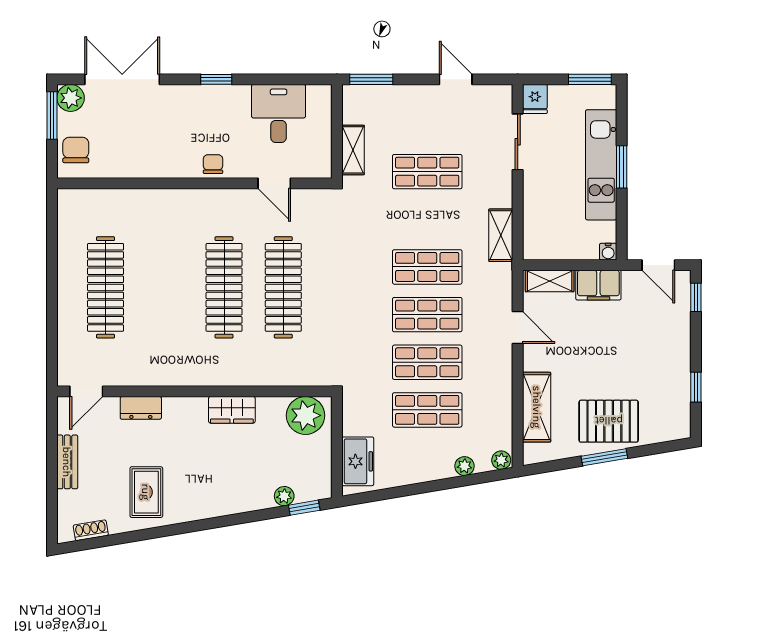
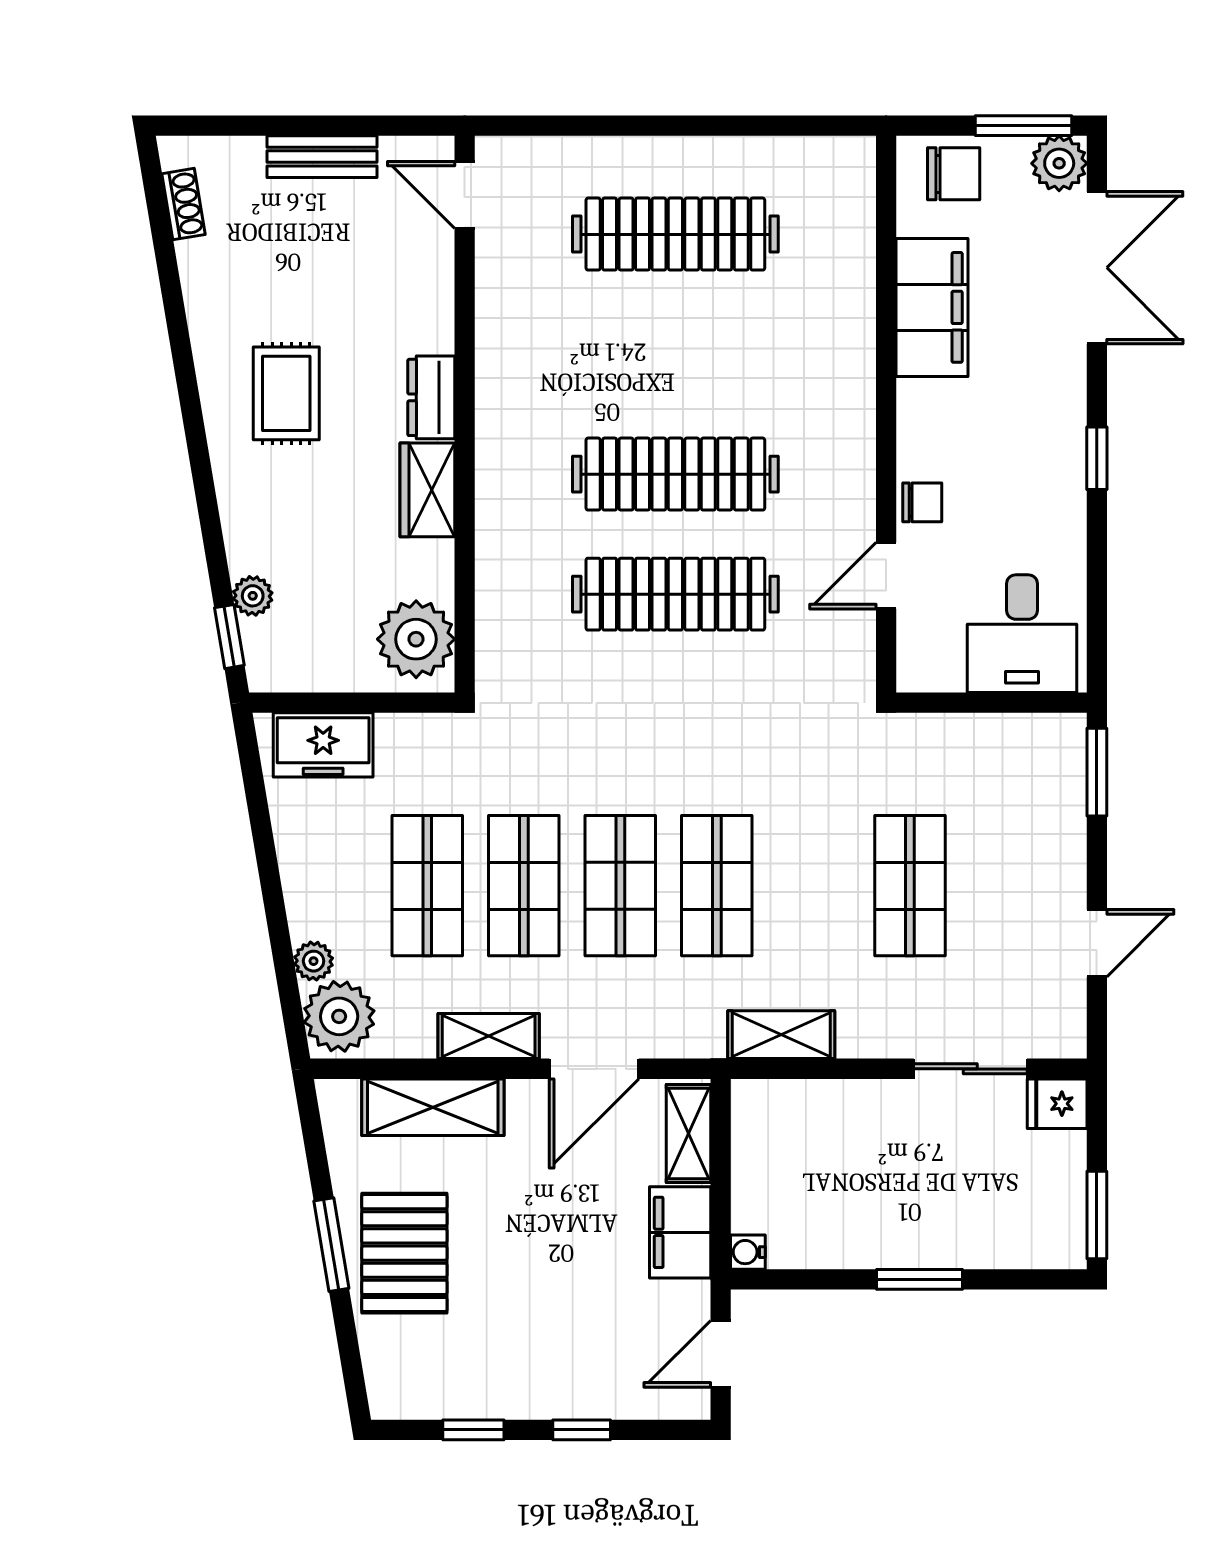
desk: (279, 113) -> (1022, 634), moved, turned 90
shelving: (353, 150) -> (489, 1036), moved
filing cabinet: (142, 161) -> (932, 307), added
chair: (213, 164) -> (922, 502), moved
kitchen unit: (601, 165) -> (924, 1238), removed
window: (696, 297) -> (582, 1430), moved
door: (518, 328) -> (594, 1069), width x1.38
dresser: (141, 408) -> (431, 397), moved
plant: (501, 460) -> (339, 1016), width x1.88, depth x1.88
rug: (146, 492) -> (286, 393), moved, turned 90

